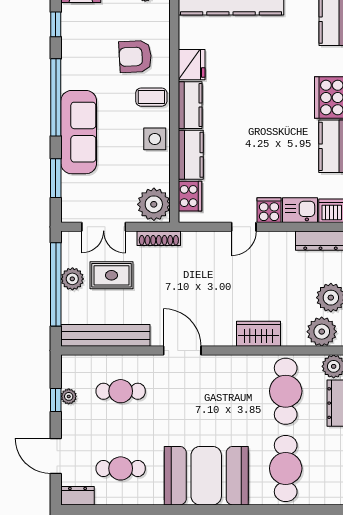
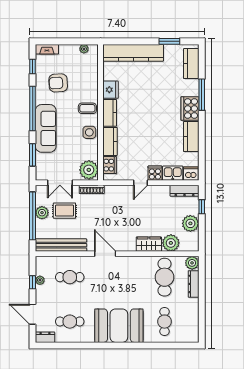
armchair: (135, 57) -> (58, 83), moved
plant: (322, 332) -> (171, 243), moved
cafe table: (286, 468) -> (165, 322), width x0.73, depth x0.74

